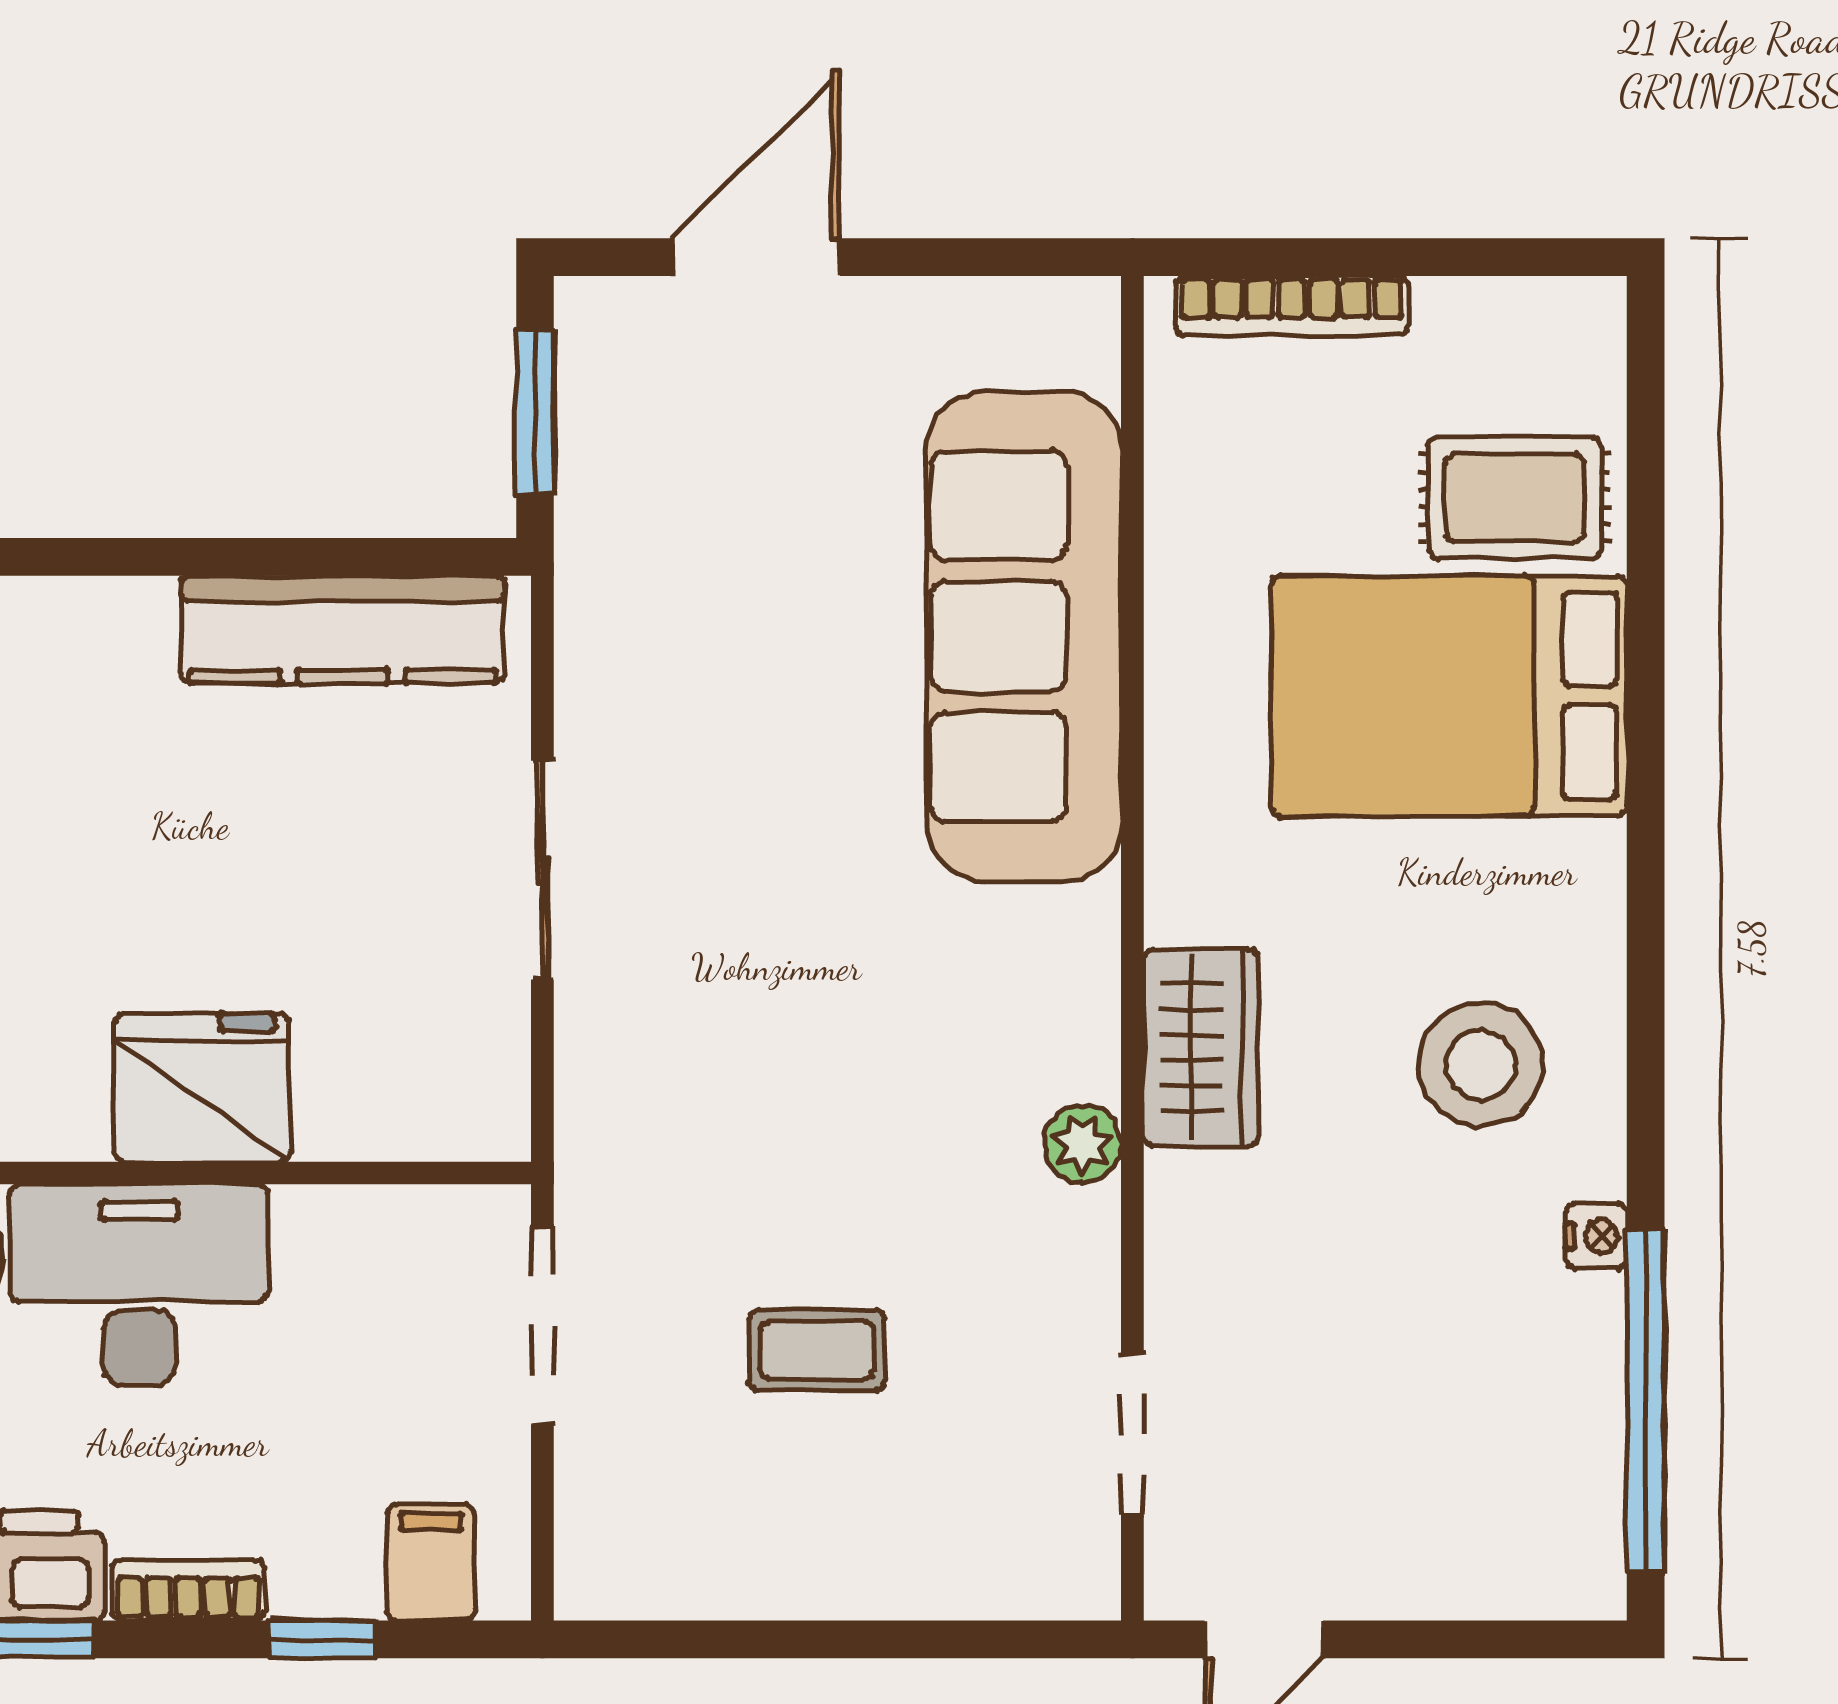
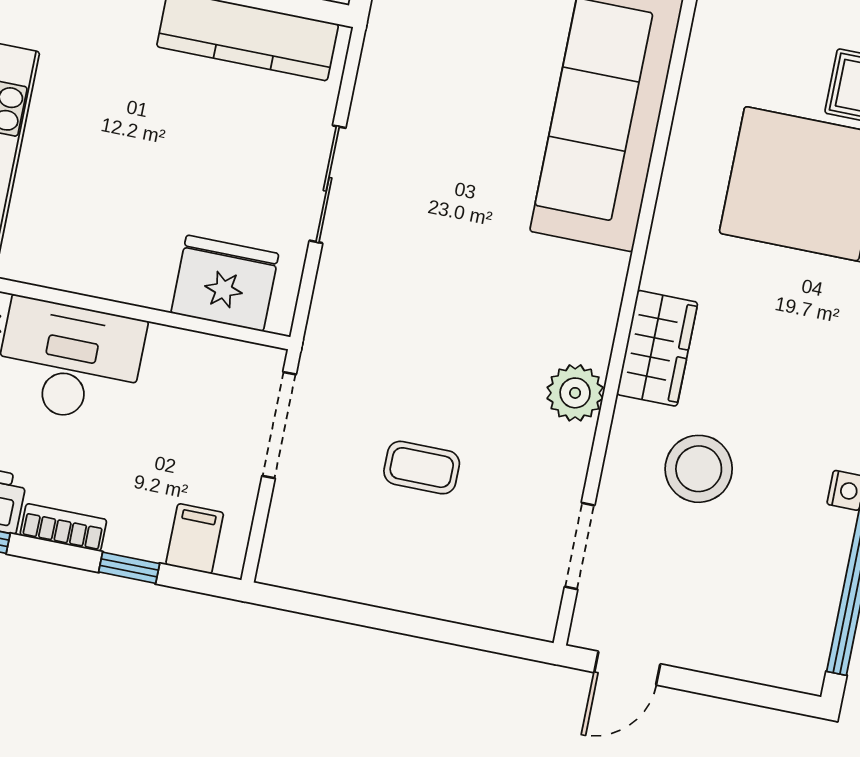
stool: (1481, 1065) -> (699, 469), moved
fridge: (202, 1088) -> (225, 283), moved
plant: (1083, 1144) -> (575, 393), width x1.38, depth x1.38

